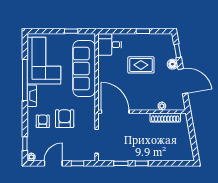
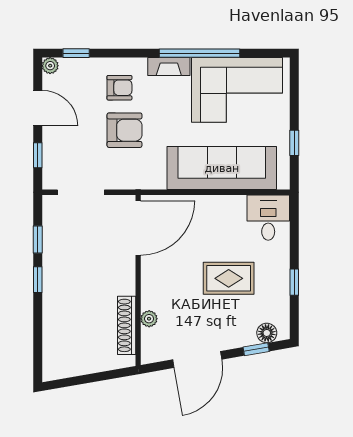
floor lamp: (172, 64) -> (267, 333), moved
rug: (141, 65) -> (229, 278), turned 90

